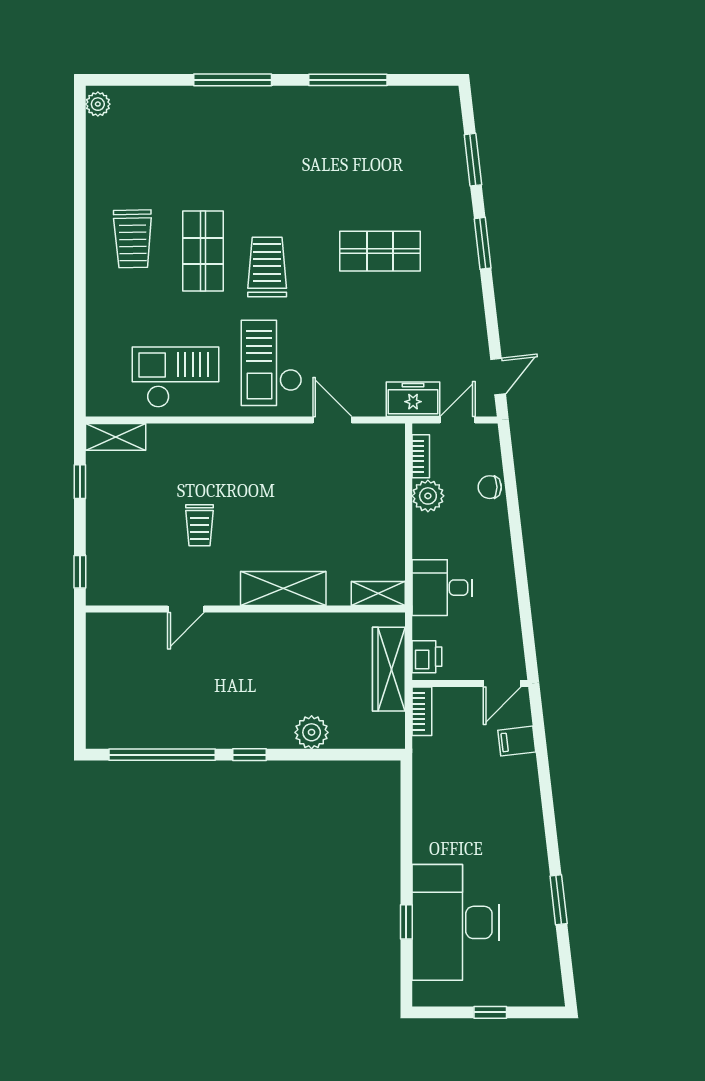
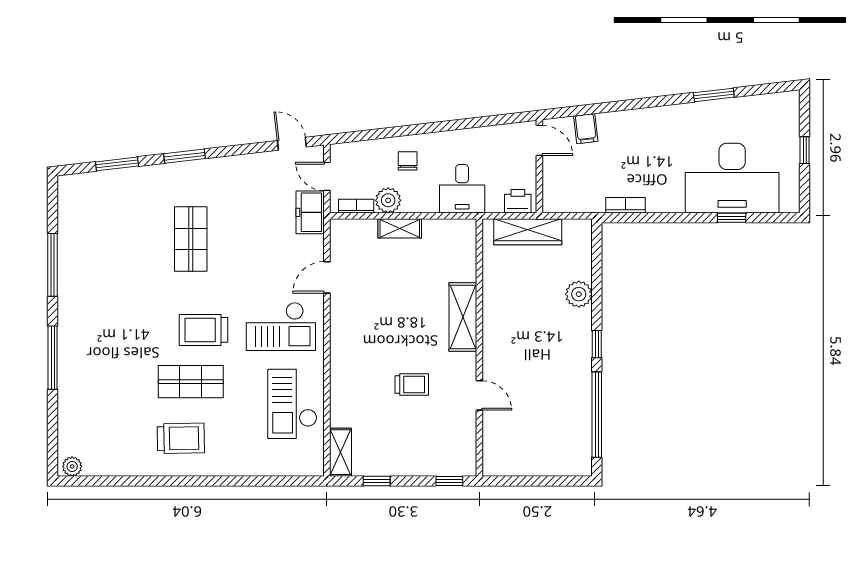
chair: (490, 487) -> (408, 161), moved, turned 180
shelving: (378, 594) -> (400, 228), moved, turned 90
bookcase: (422, 711) -> (626, 205), moved

